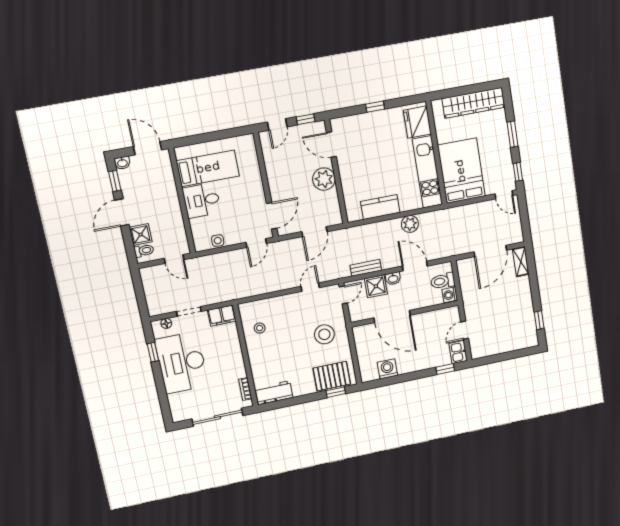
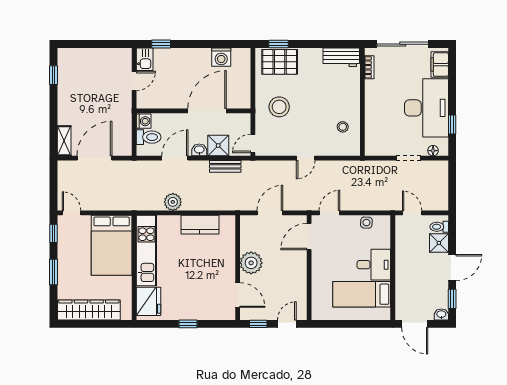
door: (415, 266) -> (175, 158), swing flipped
door: (310, 287) -> (306, 158), moved
filing cabinet: (222, 316) -> (440, 65), moved, turned -90
door: (392, 316) -> (207, 111), hinge flipped

